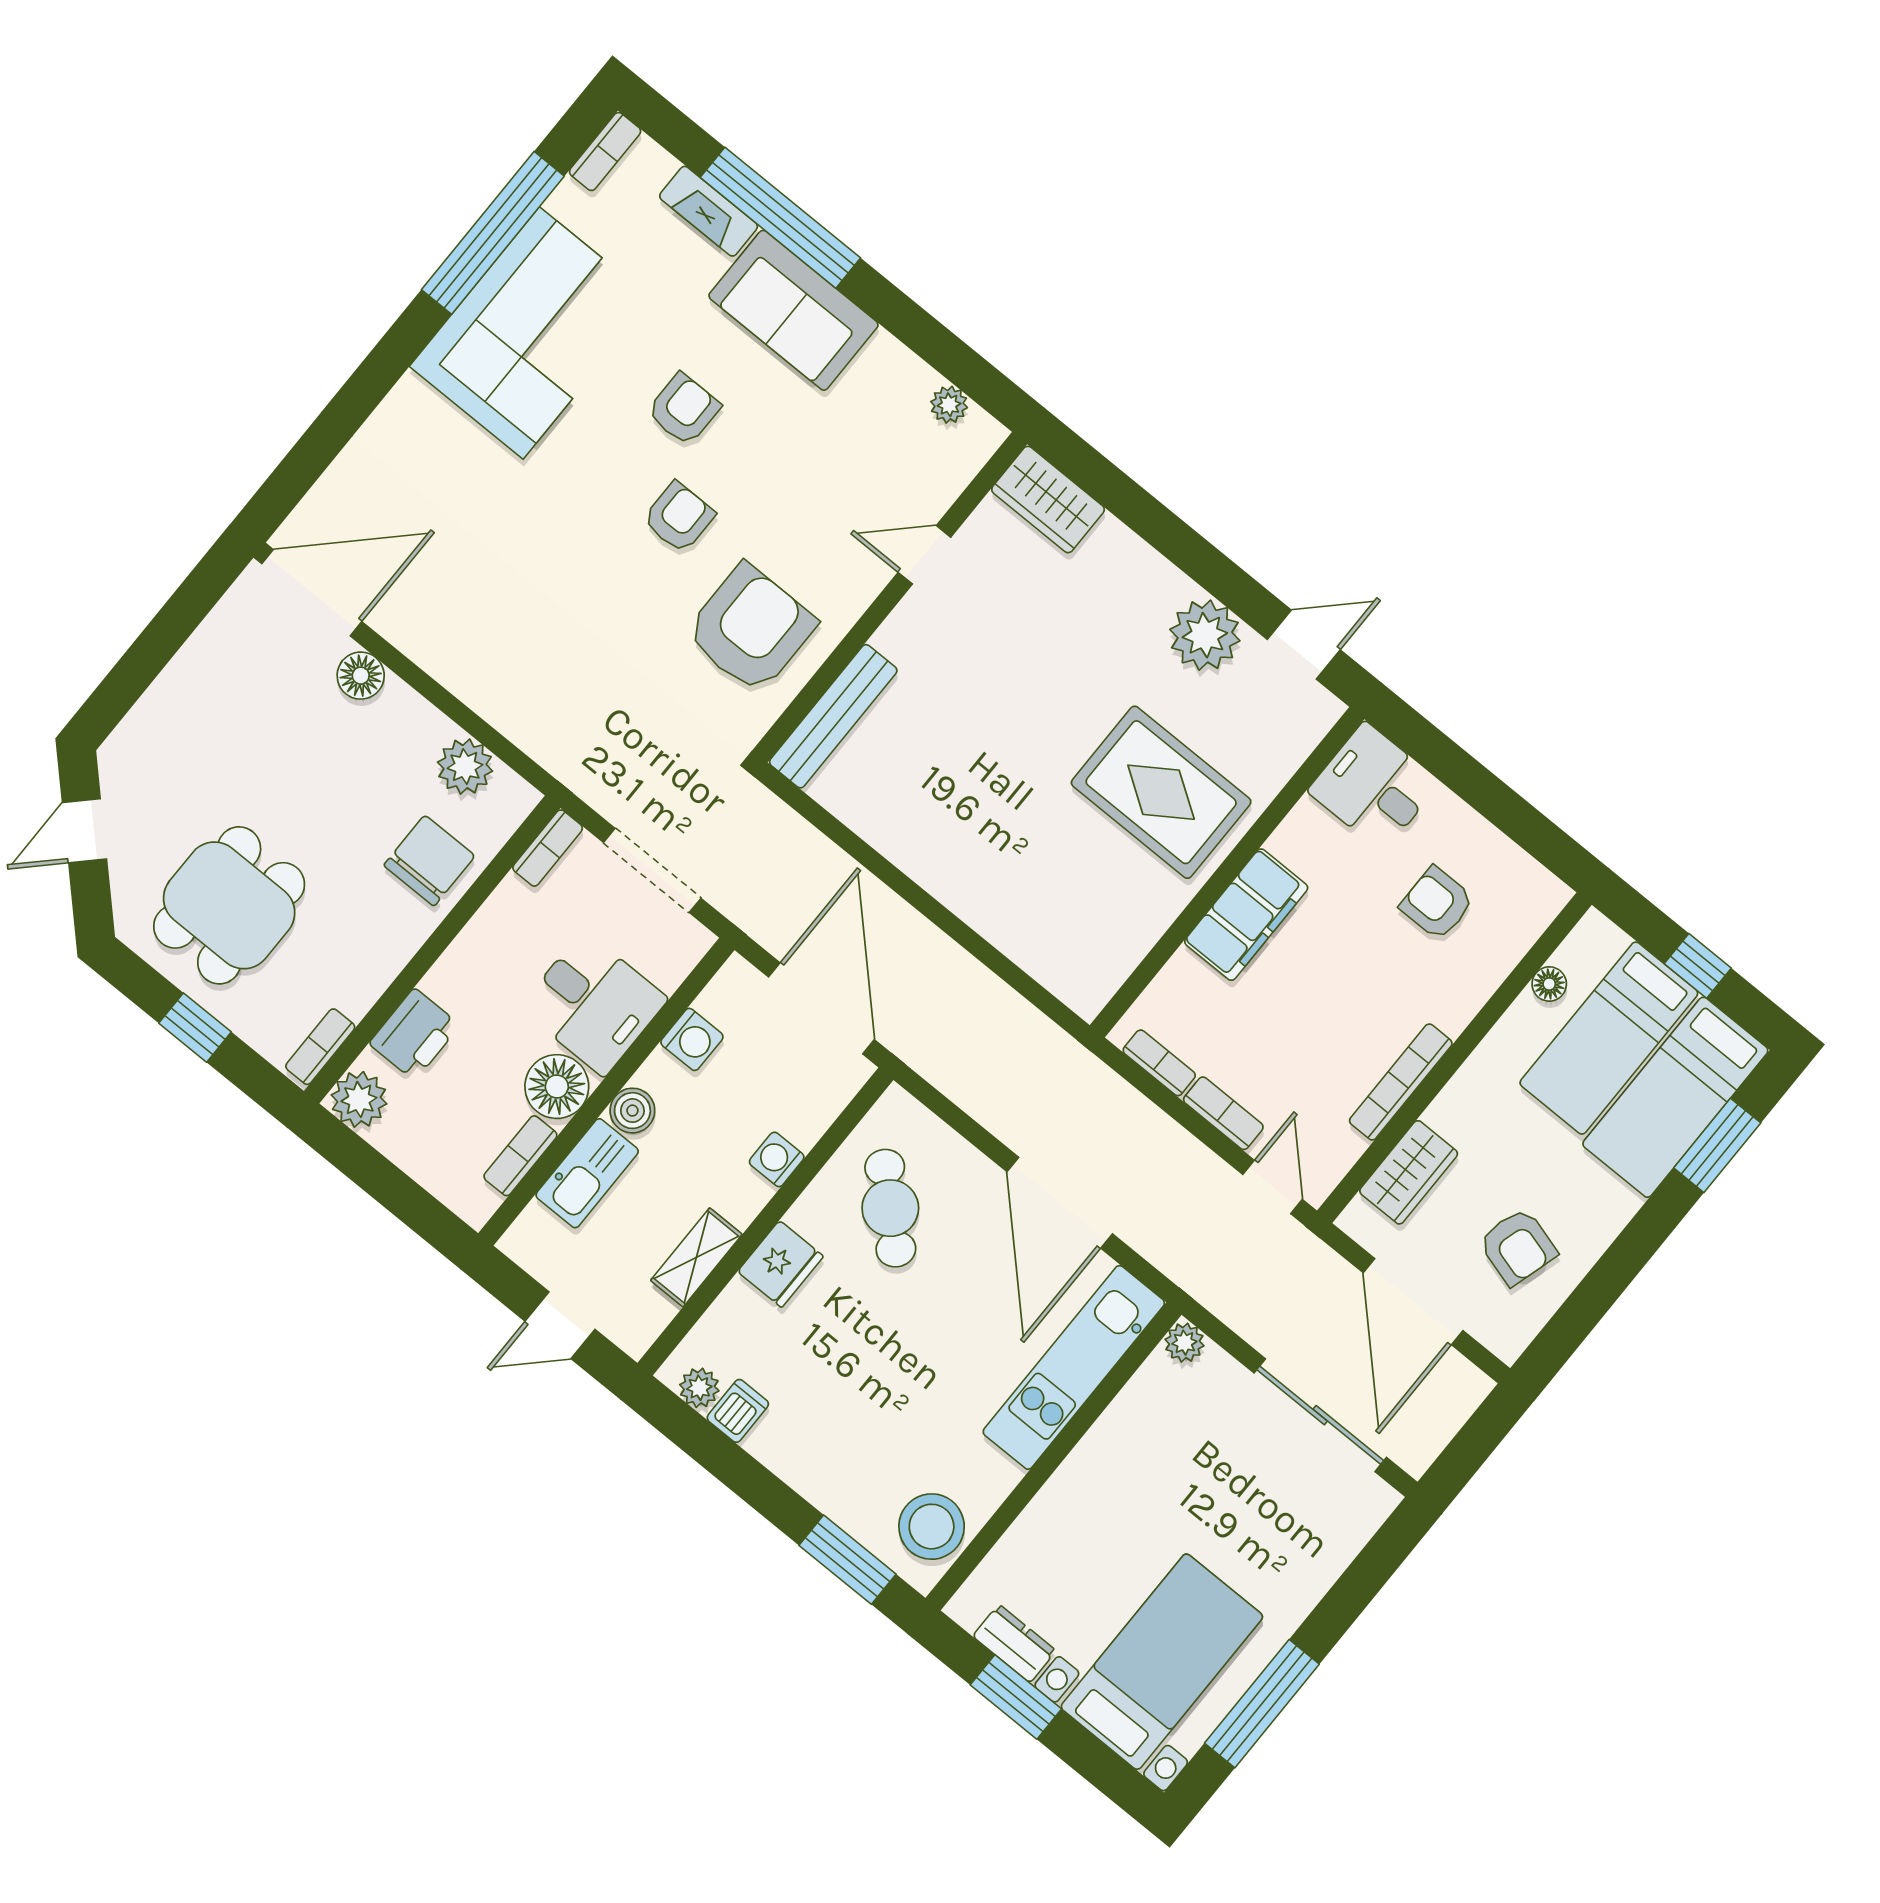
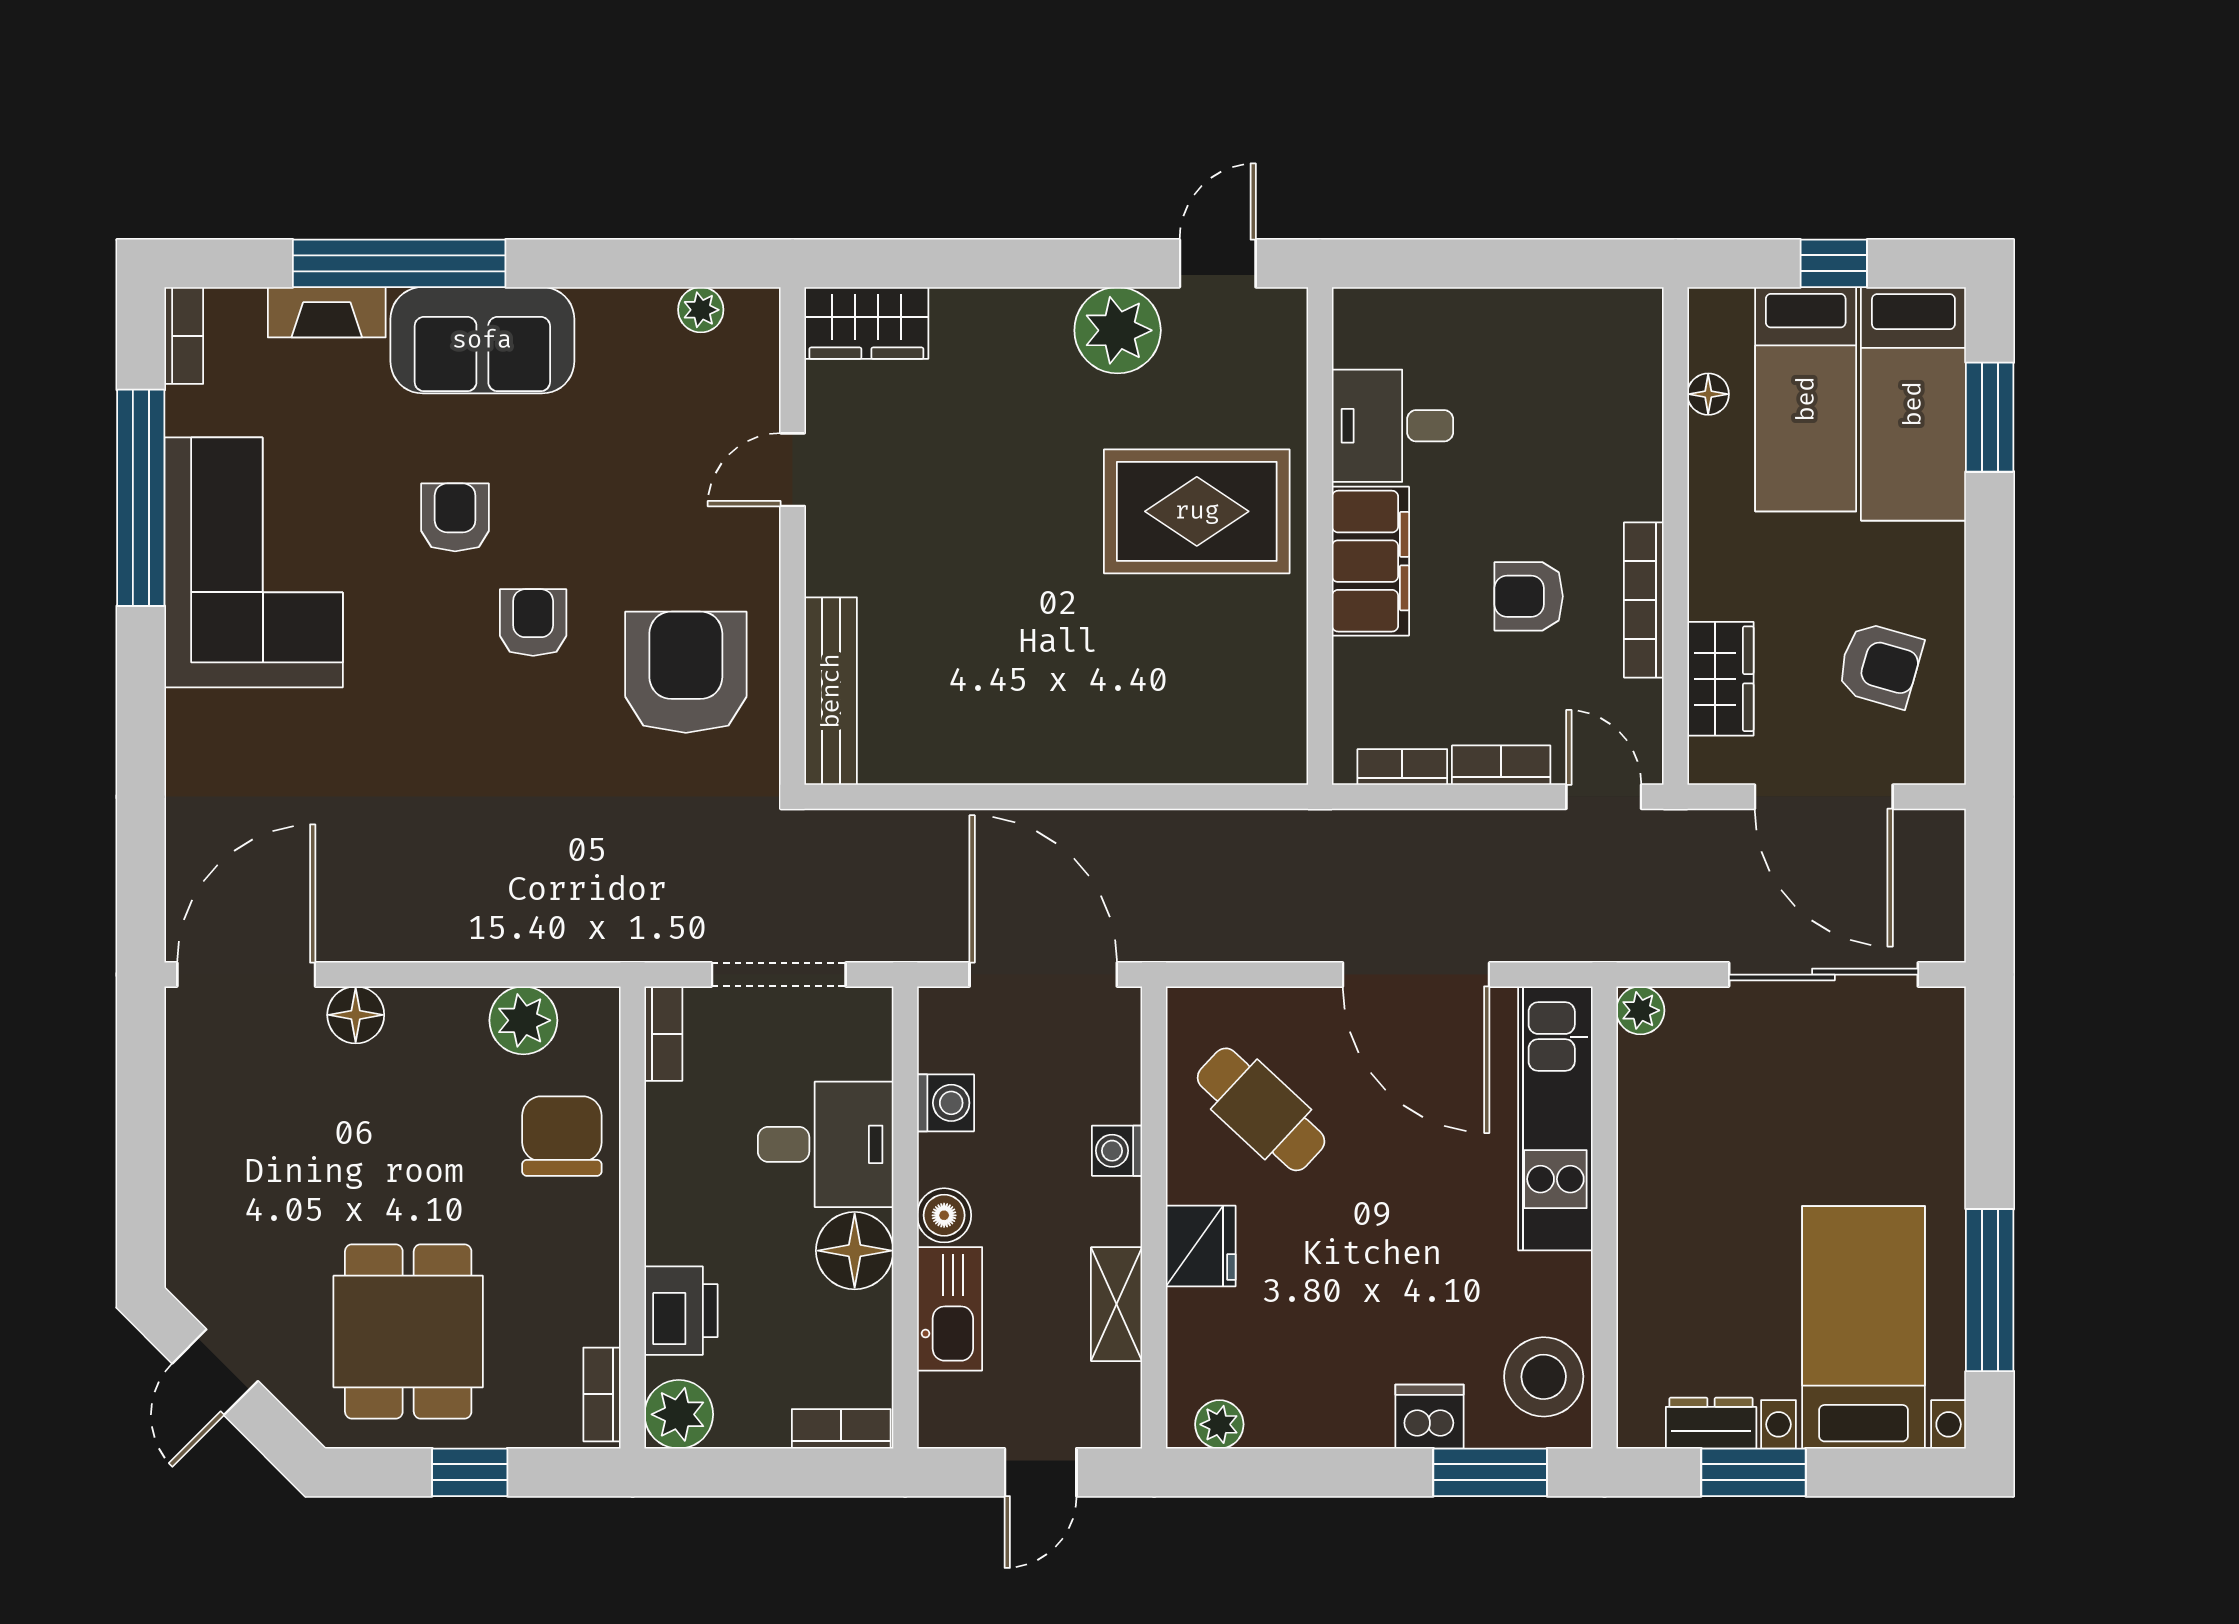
desk: (1374, 787) -> (1393, 426), moved
armchair: (1437, 903) -> (1529, 596), moved
bookcase: (520, 1156) -> (841, 1429), moved, turned 90
dishwasher: (738, 1411) -> (1429, 1417), moved, width x1.38

